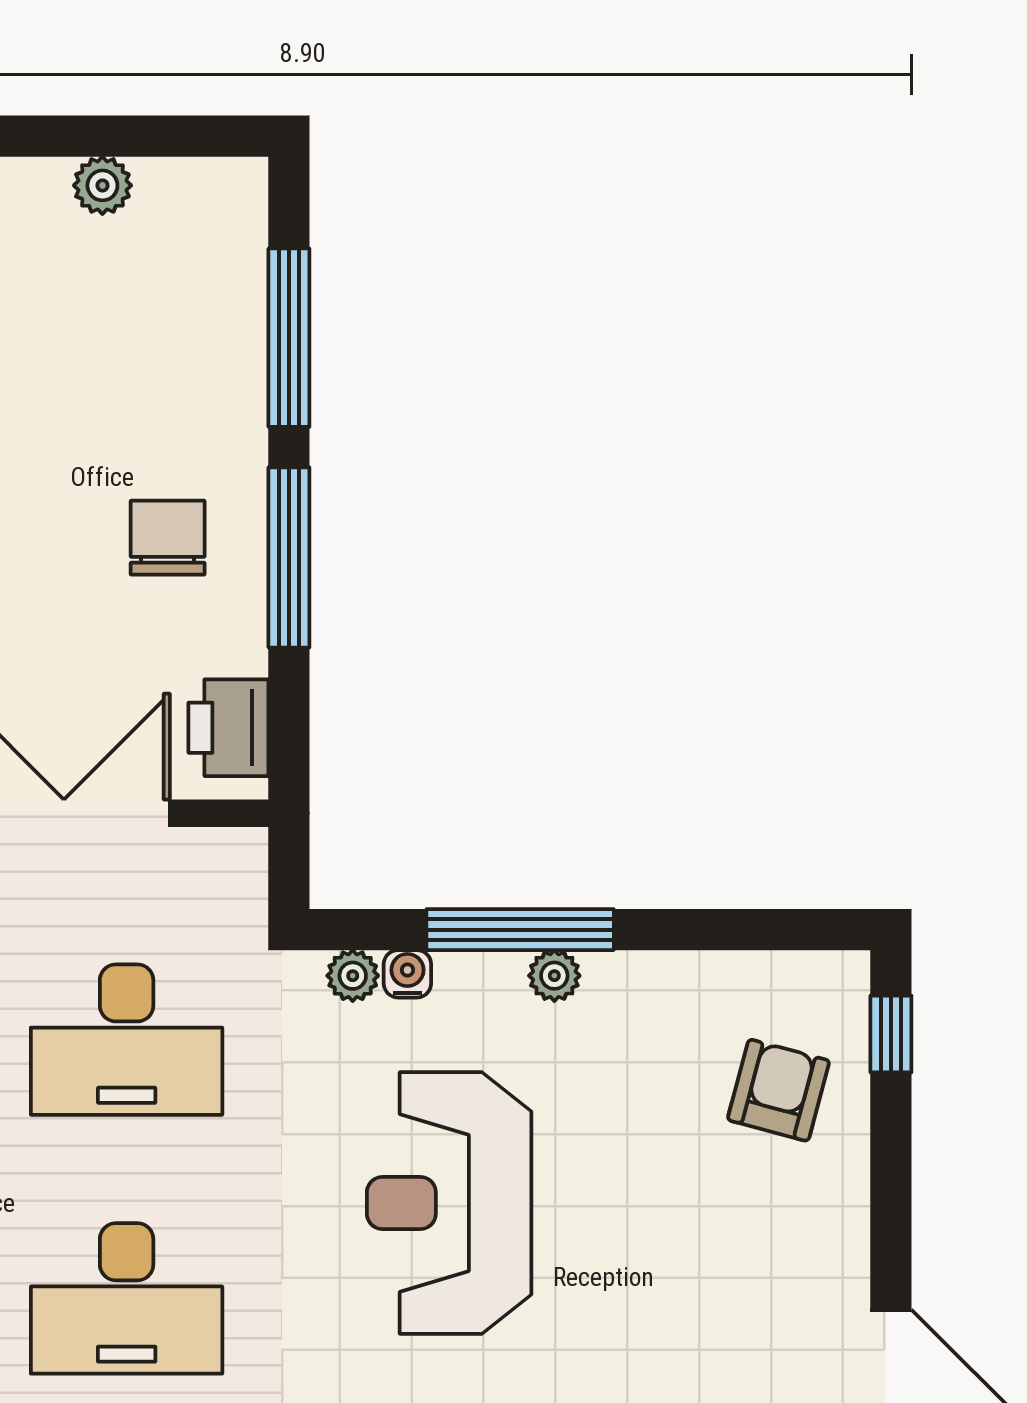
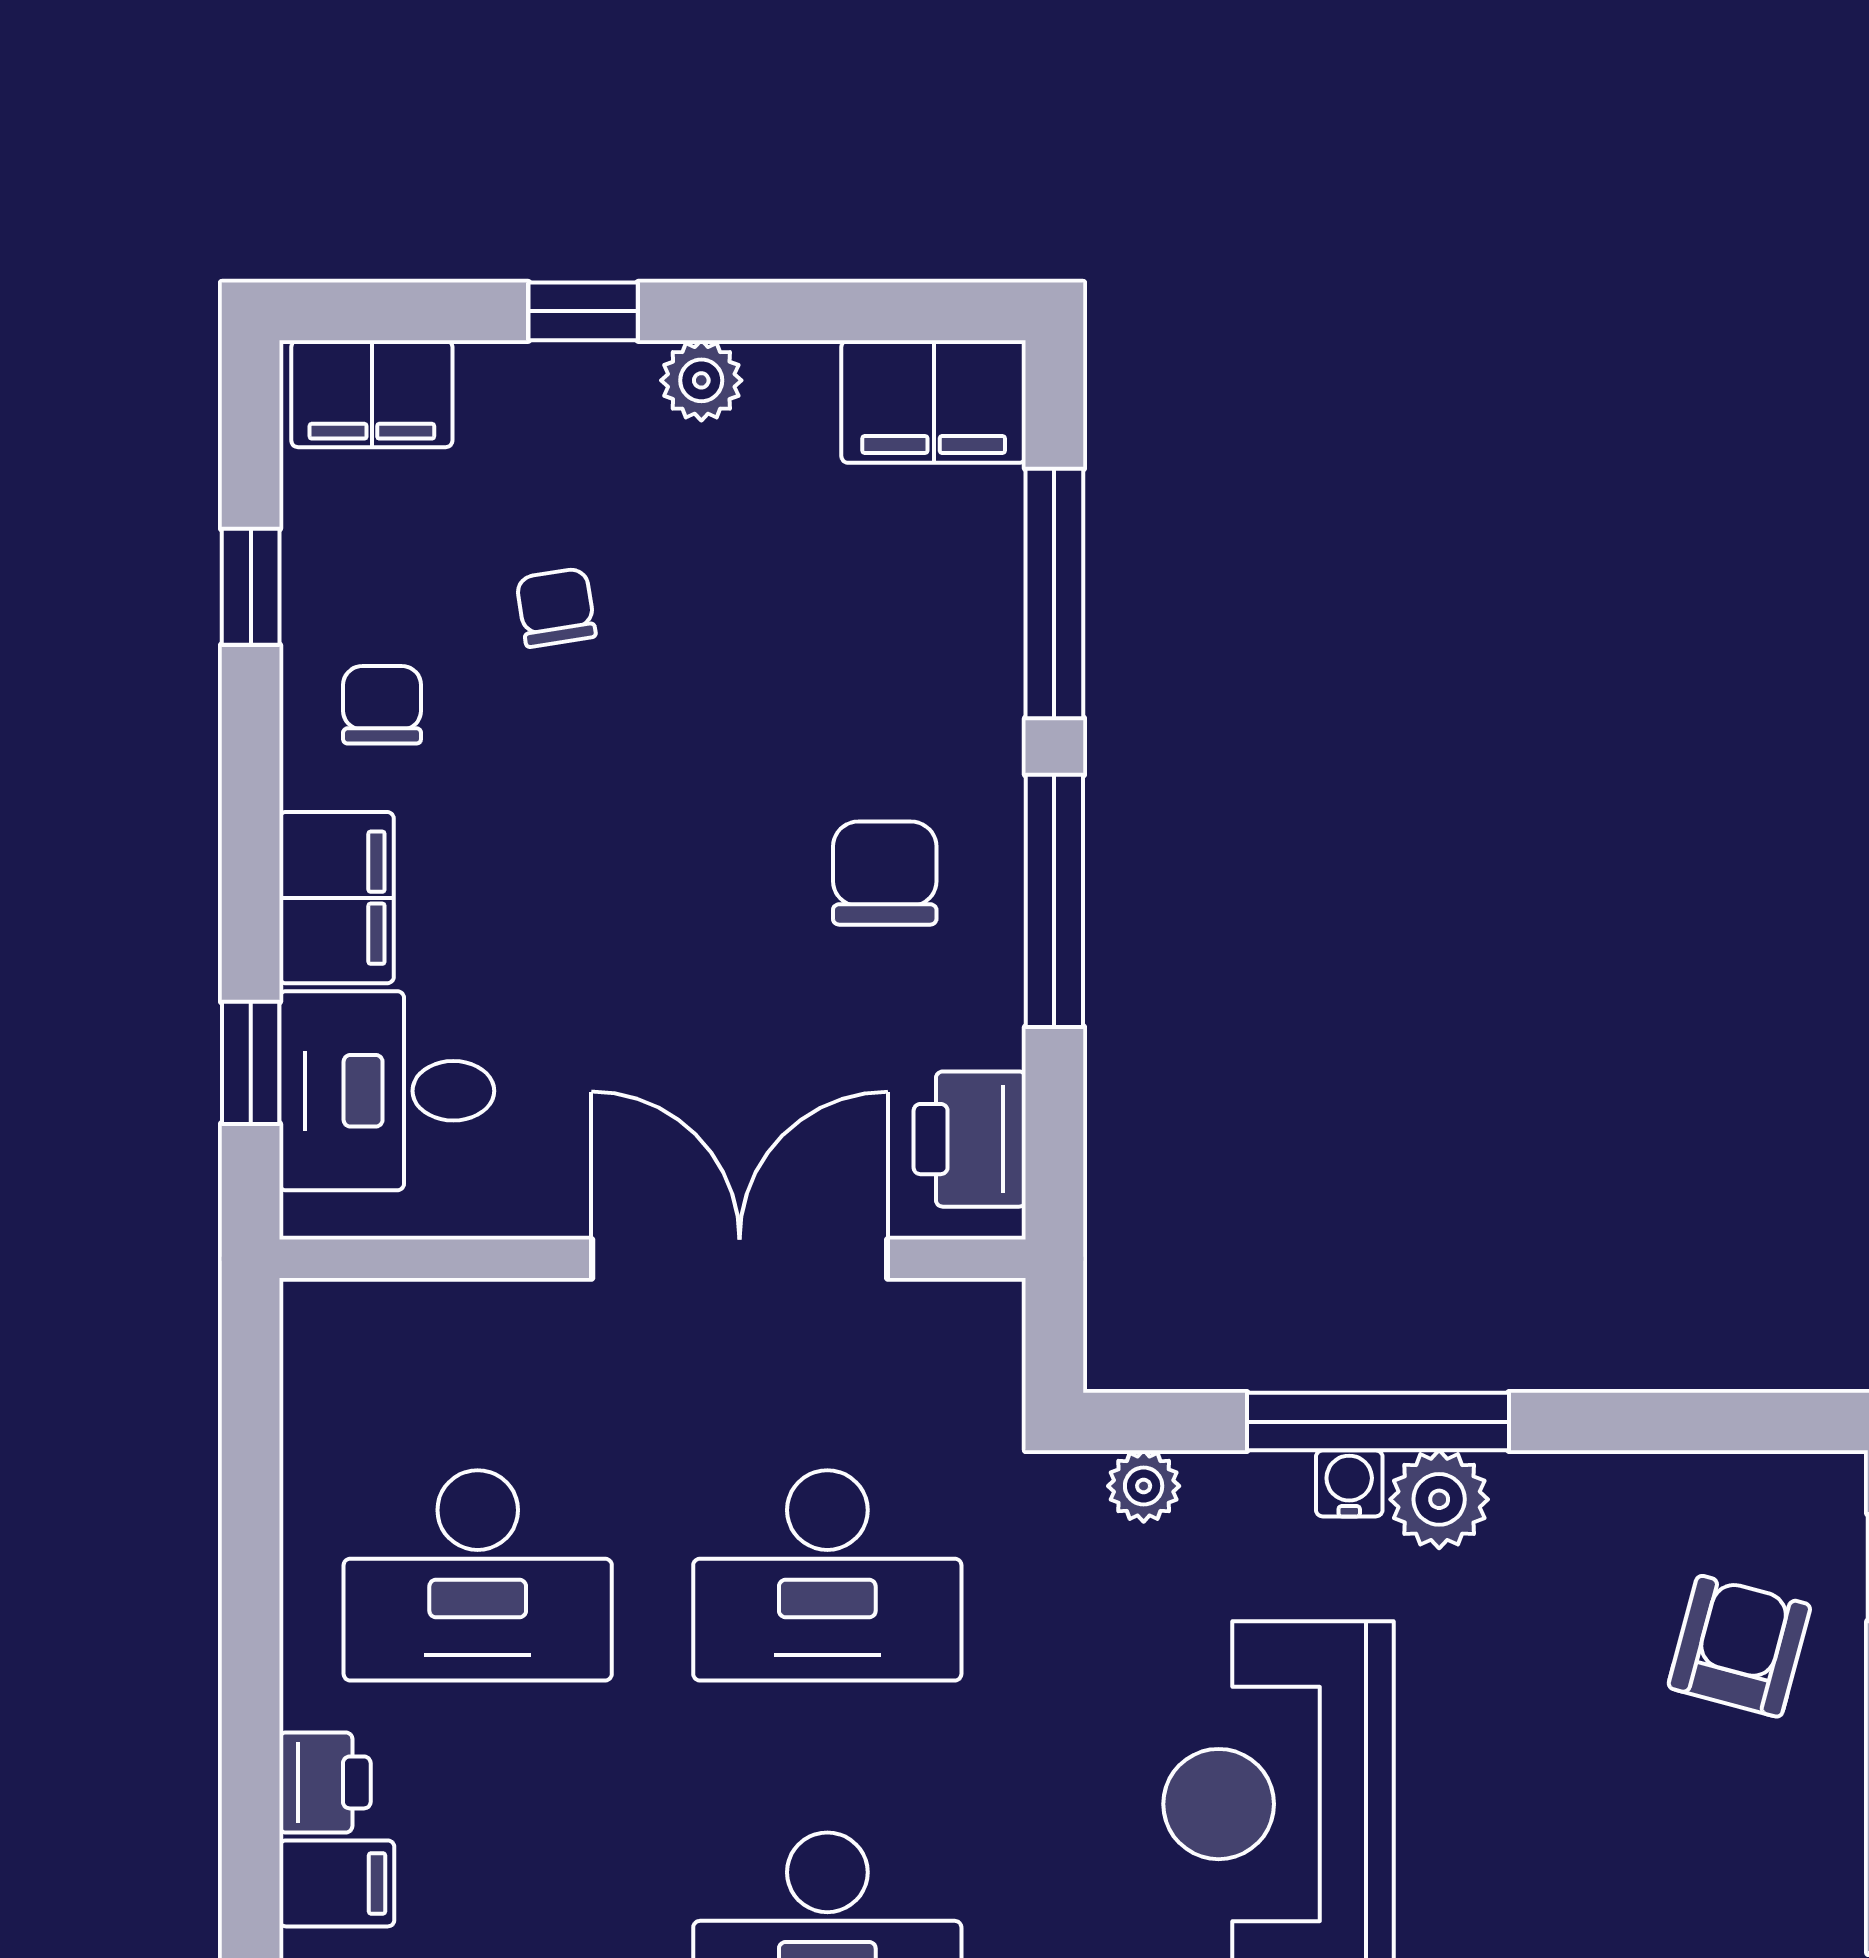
plant: (102, 185) -> (701, 380), moved
filing cabinet: (203, 201) -> (934, 402), added
water cooler: (407, 974) -> (1349, 1483), moved
plant: (554, 976) -> (1439, 1499), width x1.38, depth x1.38

